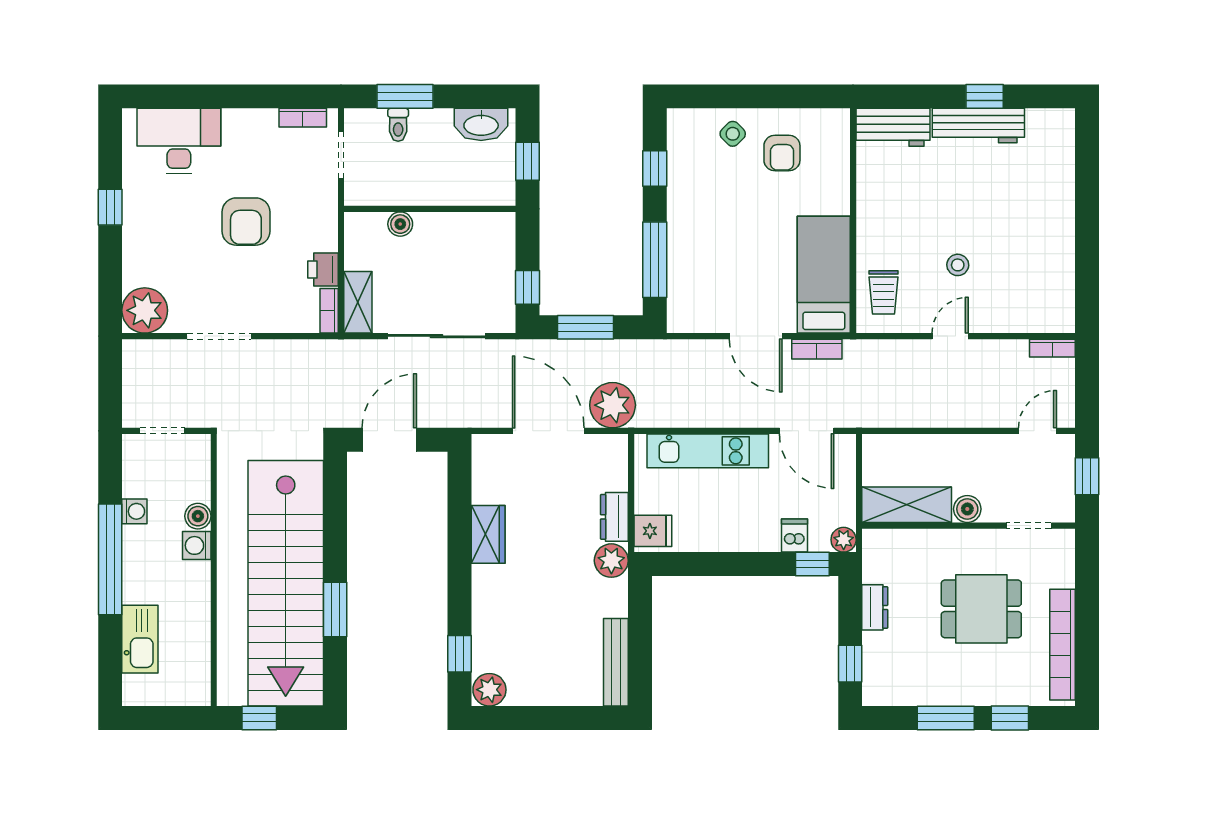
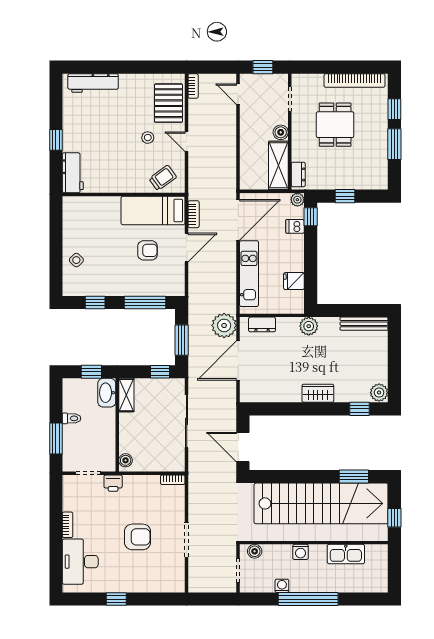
window: (985, 96) -> (56, 140), moved
bookcase: (303, 118) -> (68, 525), moved
washbasin: (481, 124) -> (107, 393), moved, turned 180
toilet: (398, 125) -> (71, 418), moved
workbench: (978, 125) -> (93, 83), moved, turned 90
armchair: (782, 153) -> (148, 250), moved
armchair: (246, 222) -> (138, 537), moved
boiler: (400, 224) -> (126, 460), moved
printer: (323, 269) -> (113, 483), moved
trolley: (884, 292) -> (163, 178), turned -36
shelving: (358, 302) -> (126, 395), moved, turned 90
pallet: (1021, 303) -> (168, 103), added
plant: (145, 310) -> (173, 580), removed
door: (807, 431) -> (238, 220), width x1.36
boiler: (198, 516) -> (255, 551), moved
dresser: (614, 517) -> (262, 324), moved
fridge: (653, 531) -> (294, 281), moved, turned -90
wardrobe: (488, 534) -> (318, 393), moved
dresser: (875, 607) -> (298, 174), moved, turned 90
window: (335, 609) -> (354, 477), moved
kitchen sink: (140, 639) -> (346, 554), moved, turned 180
window: (850, 664) -> (345, 196), moved

